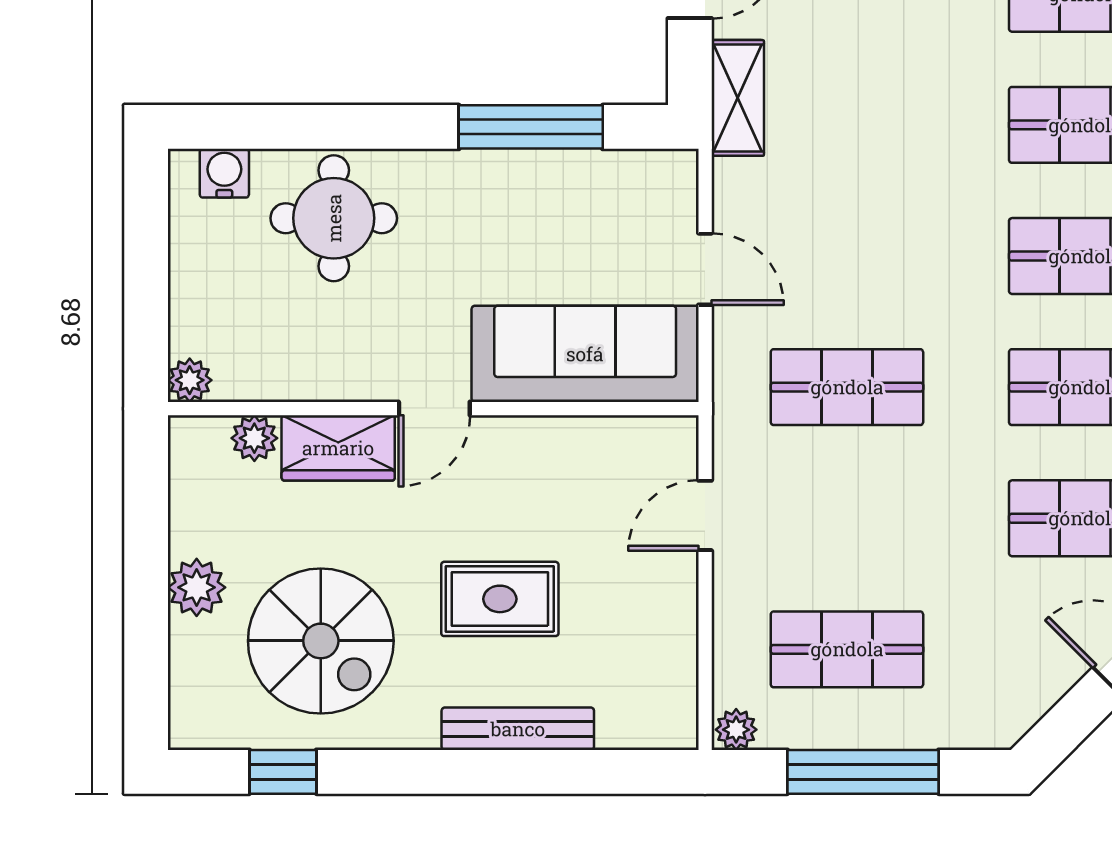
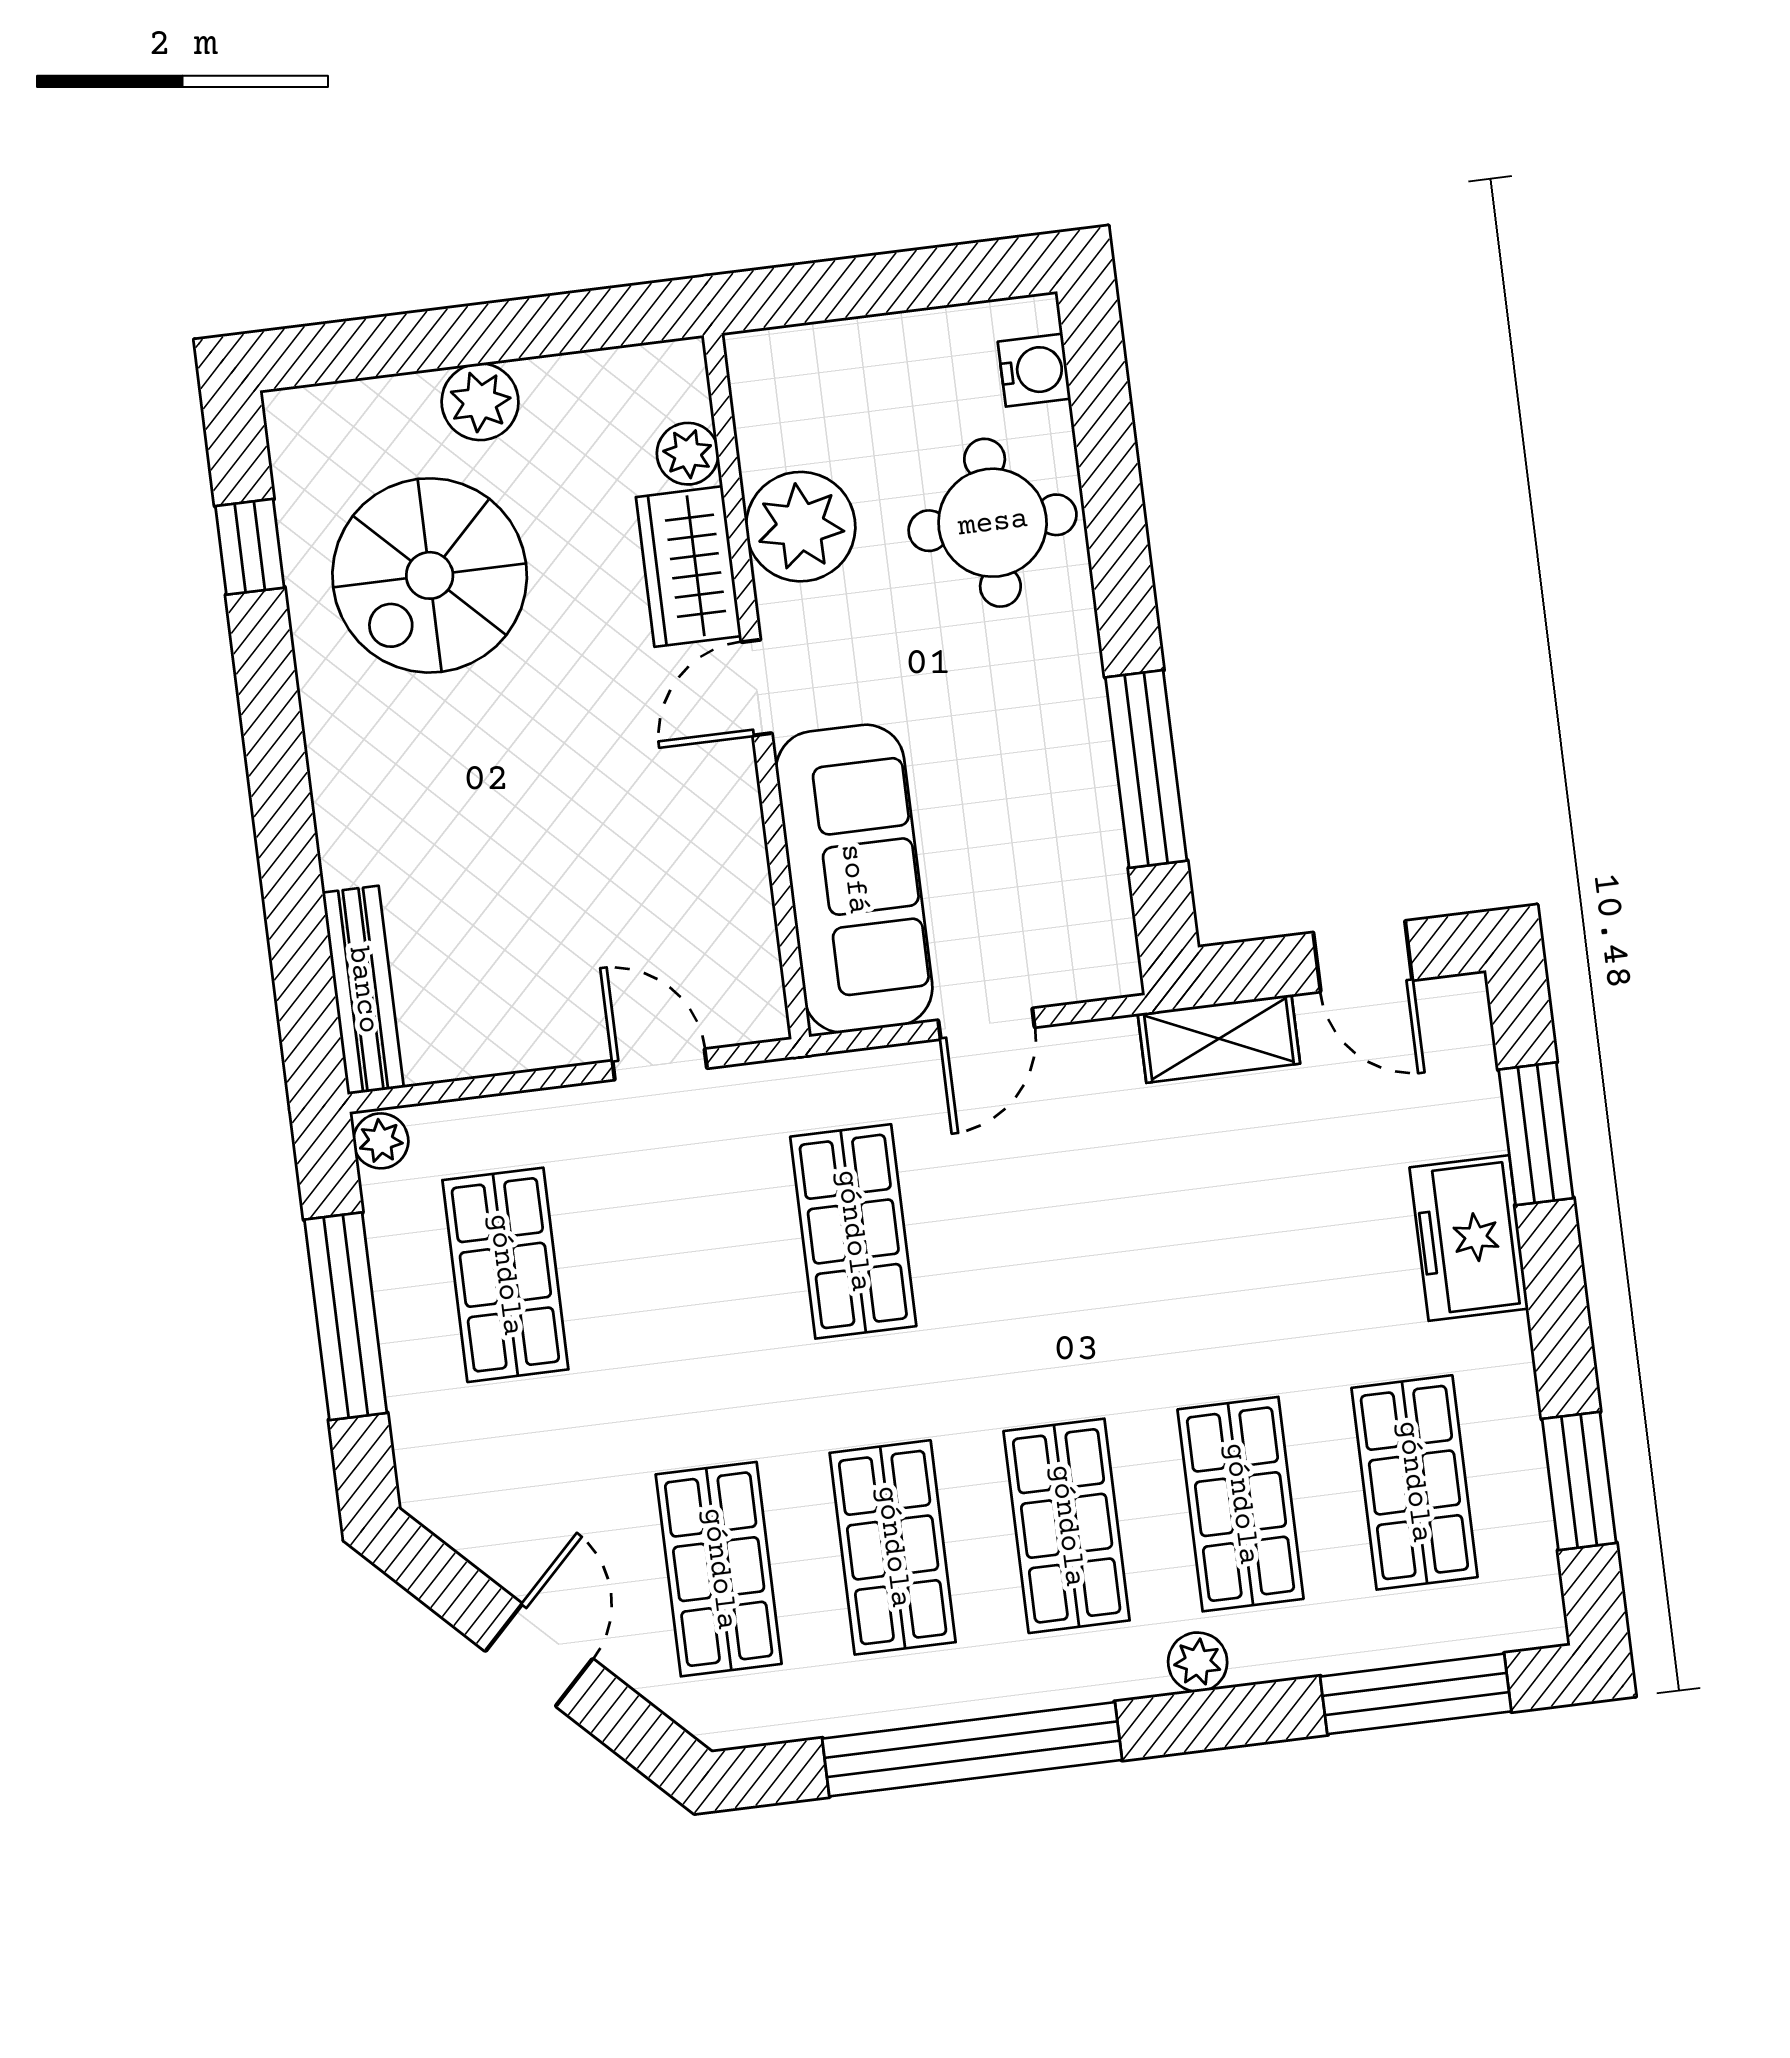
plant: (190, 380) -> (801, 527), moved, width x1.88, depth x1.88
door: (434, 409) -> (757, 688), hinge flipped
rug: (500, 599) -> (515, 806), removed
bench: (518, 729) -> (363, 990), moved

